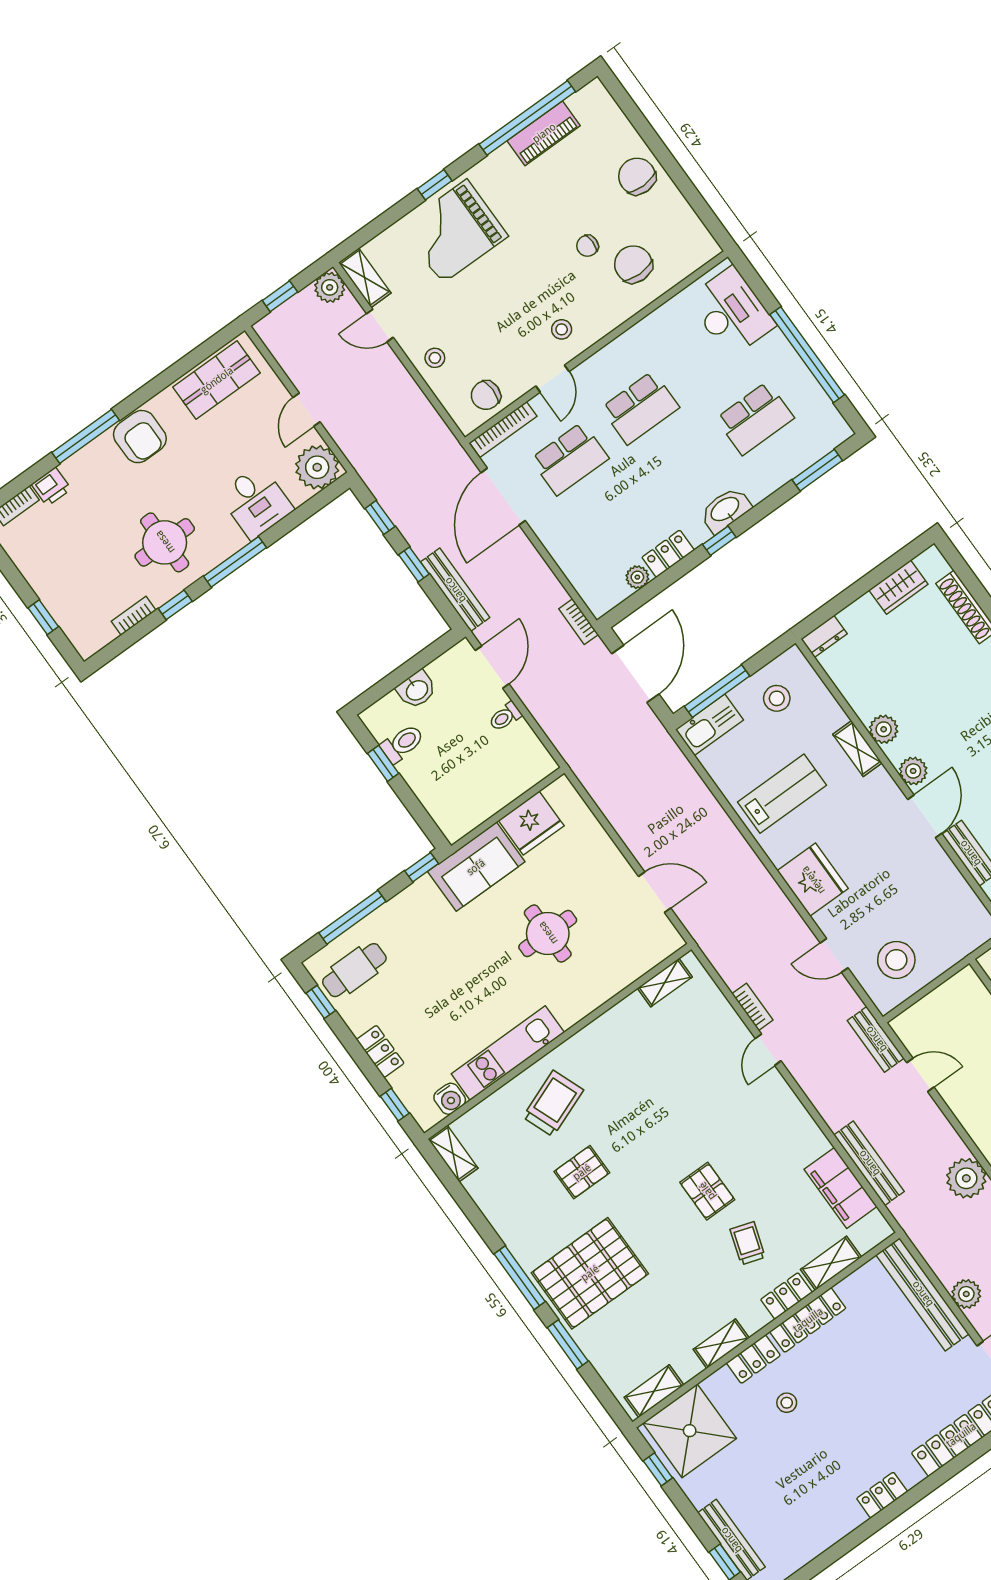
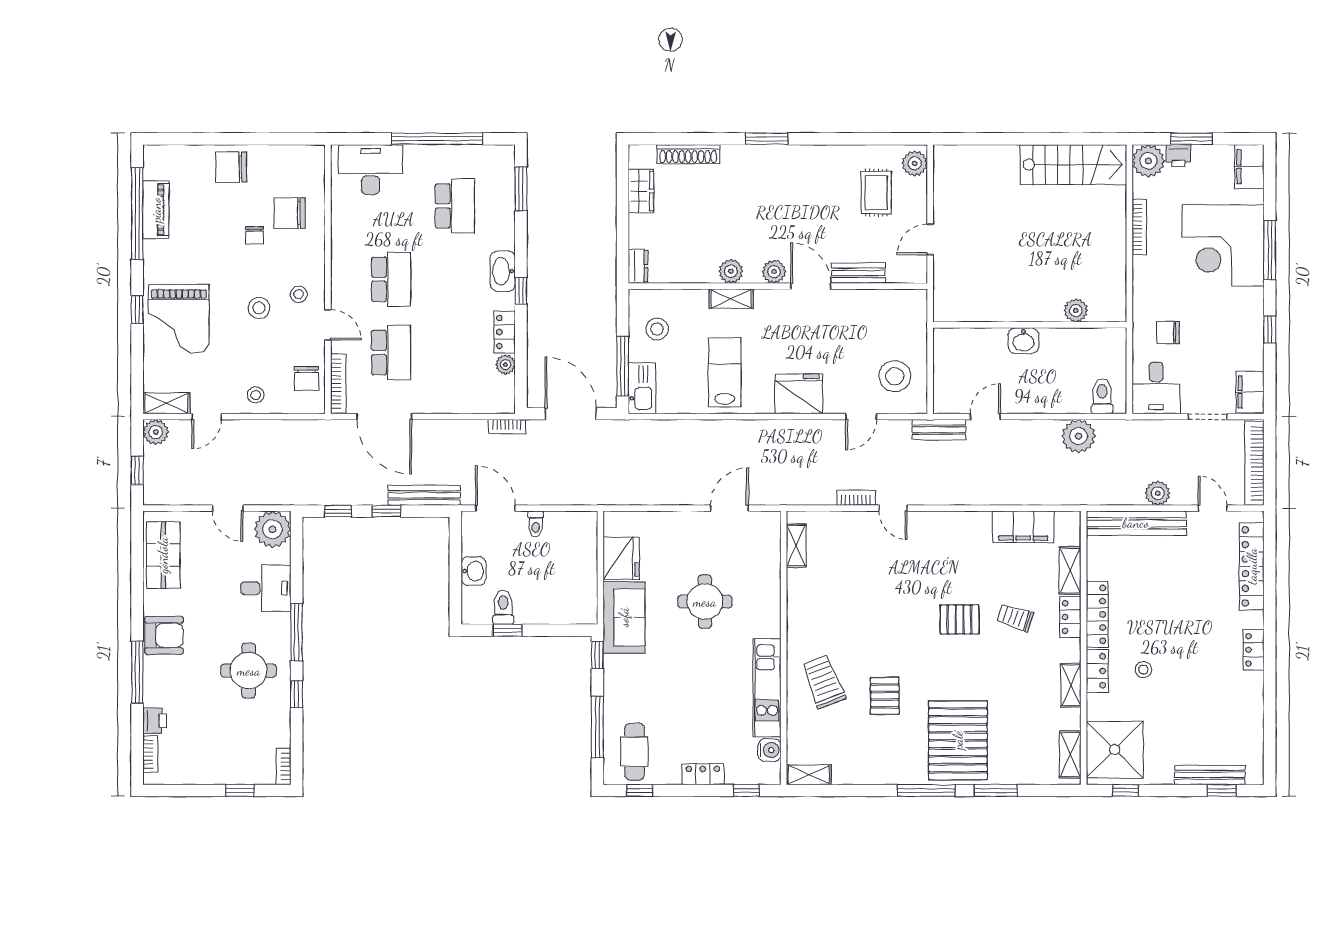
stool: (521, 301) -> (259, 308), added
bookcase: (134, 616) -> (284, 767), moved
bench: (869, 1163) -> (1020, 495), removed

